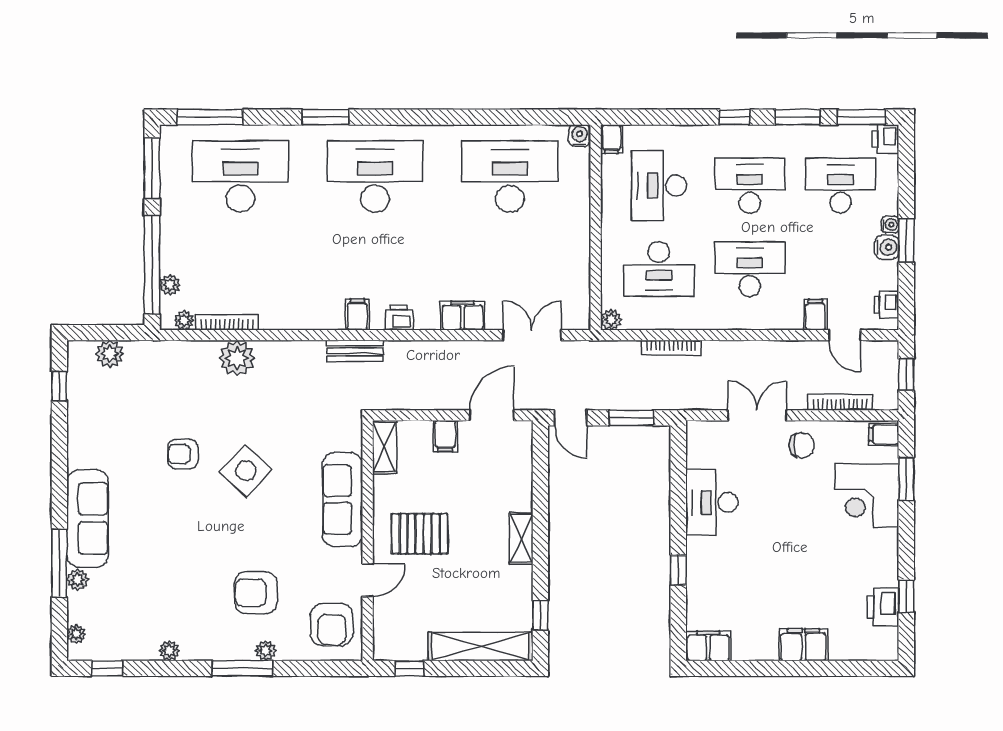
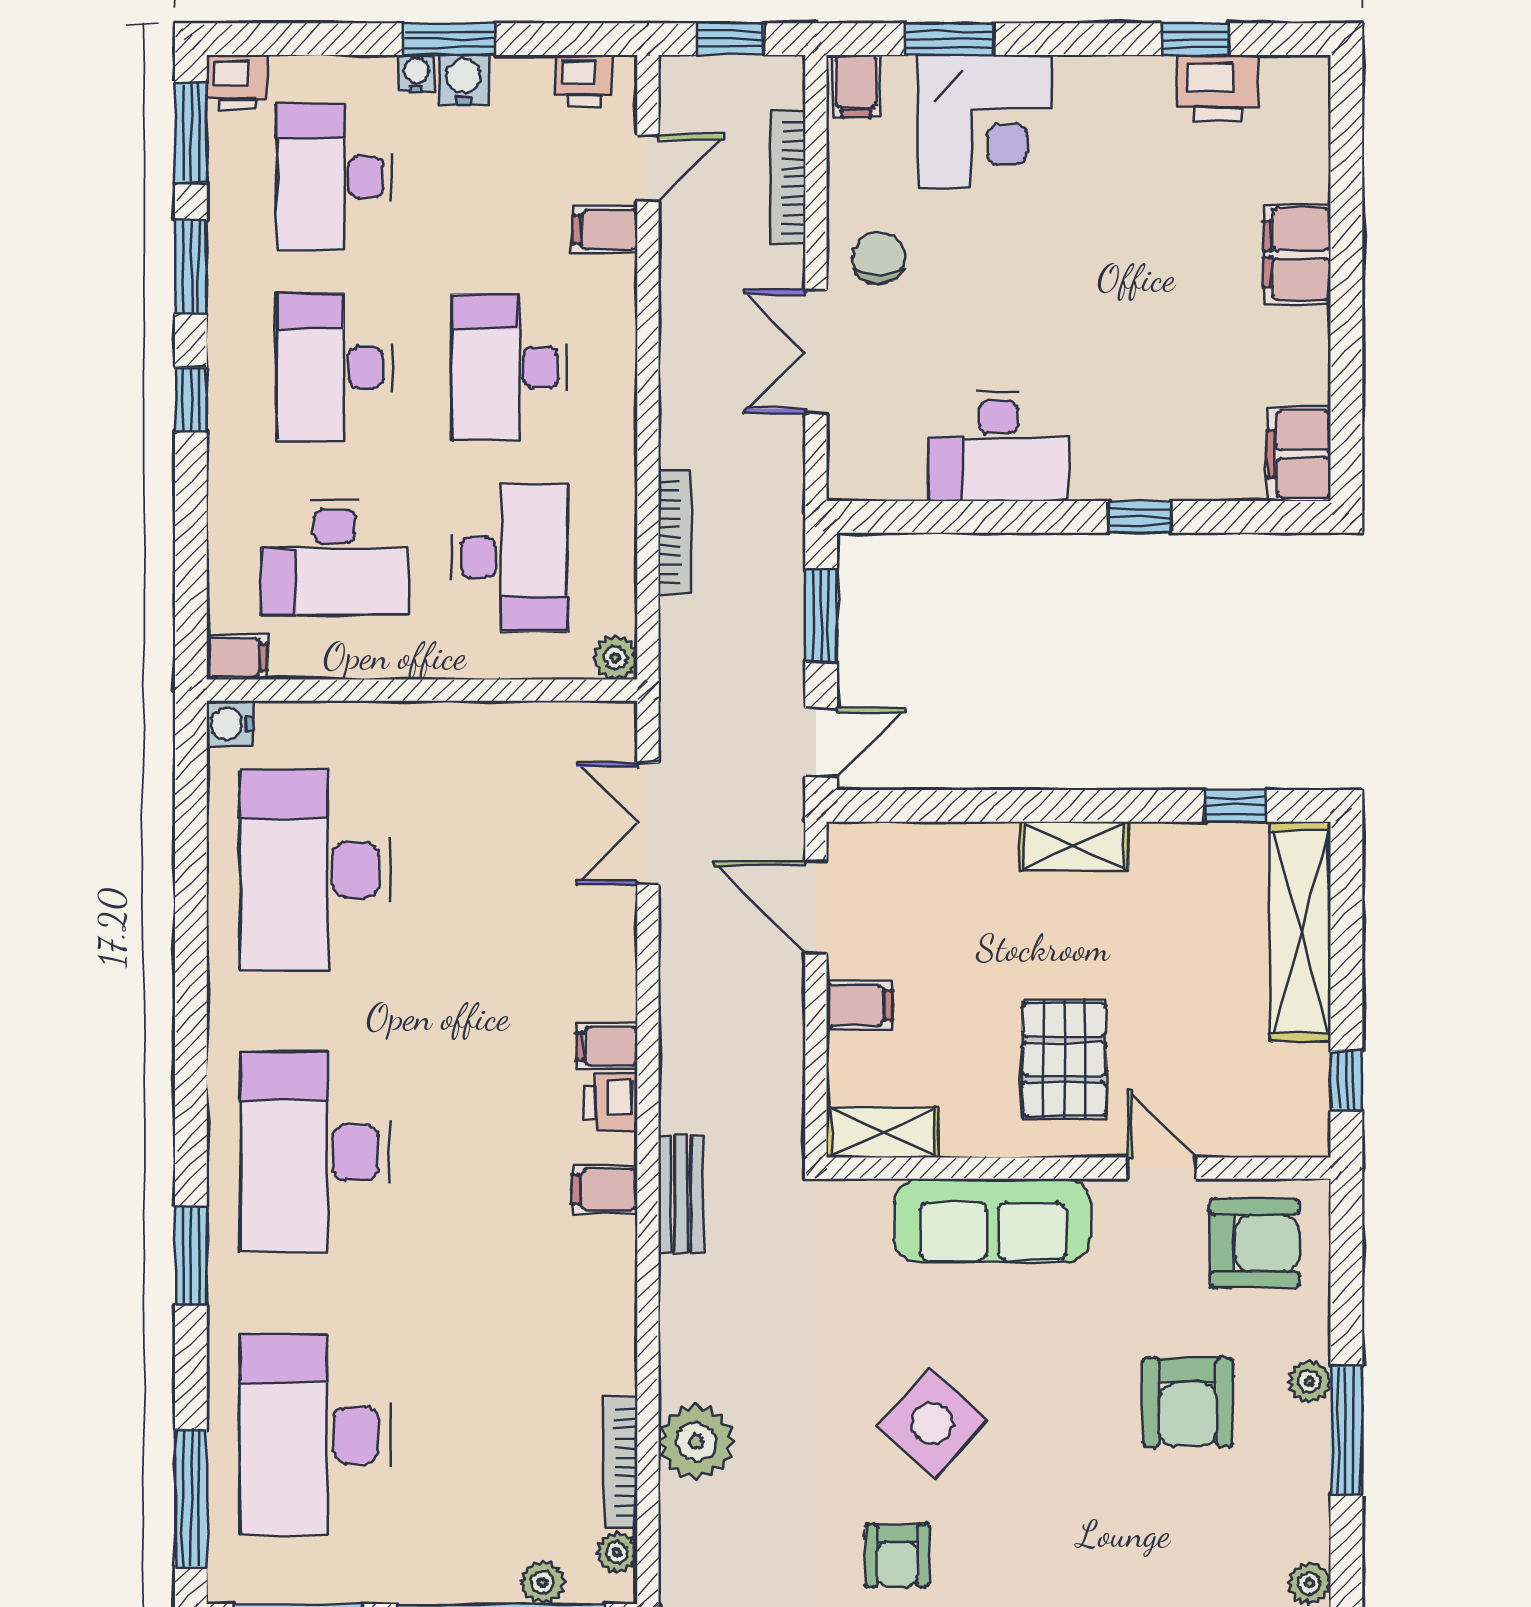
filing cabinet: (463, 316) -> (607, 1046), moved, width x0.50

